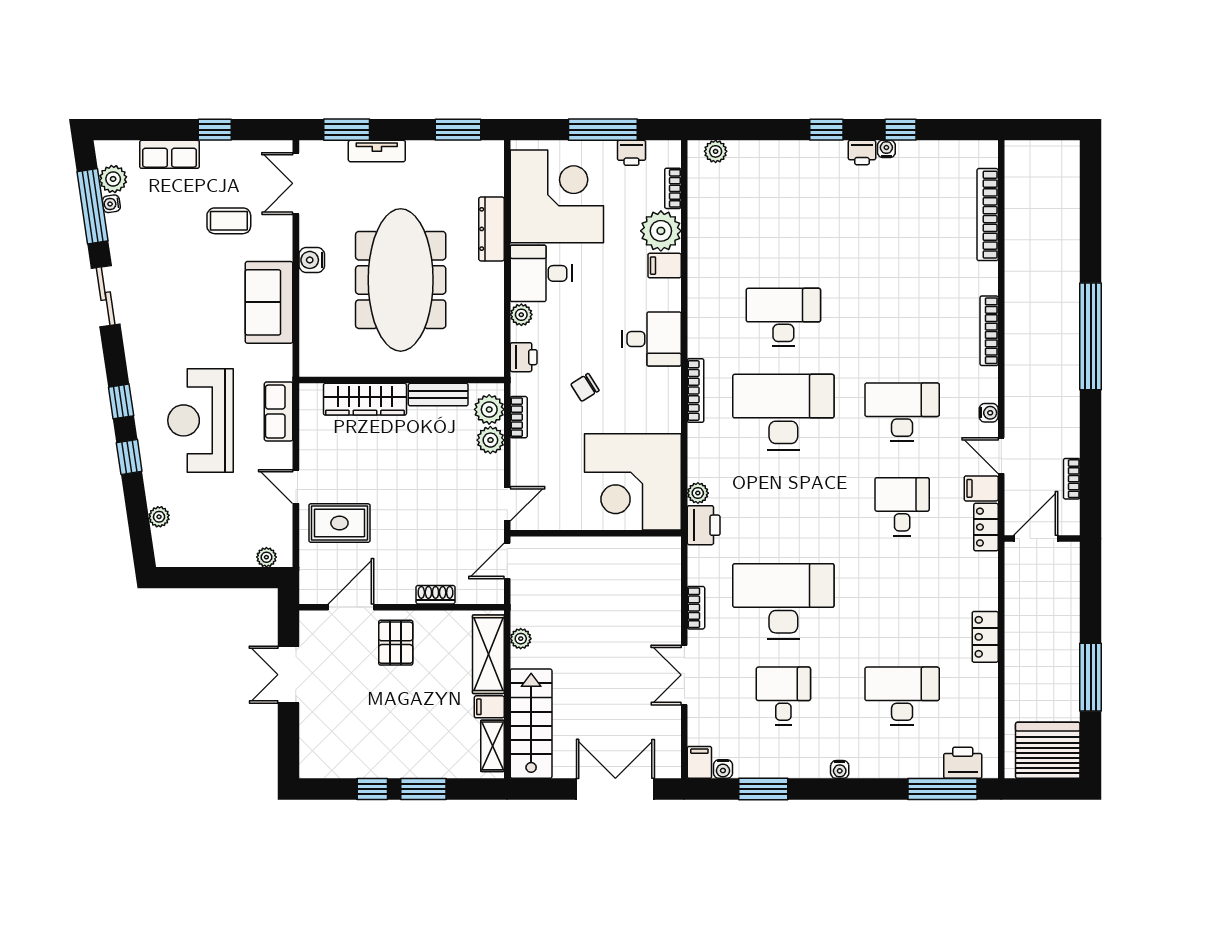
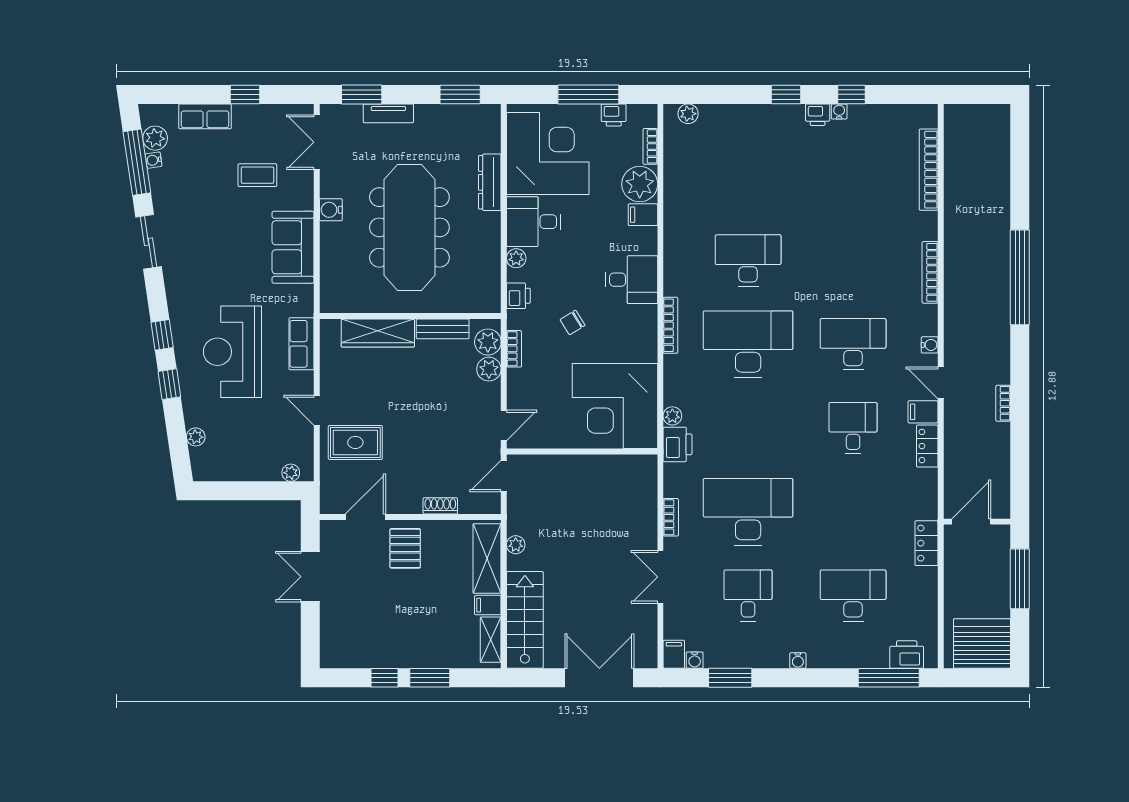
door: (1036, 539) -> (971, 522), moved
wall: (1042, 539) -> (977, 522), moved

